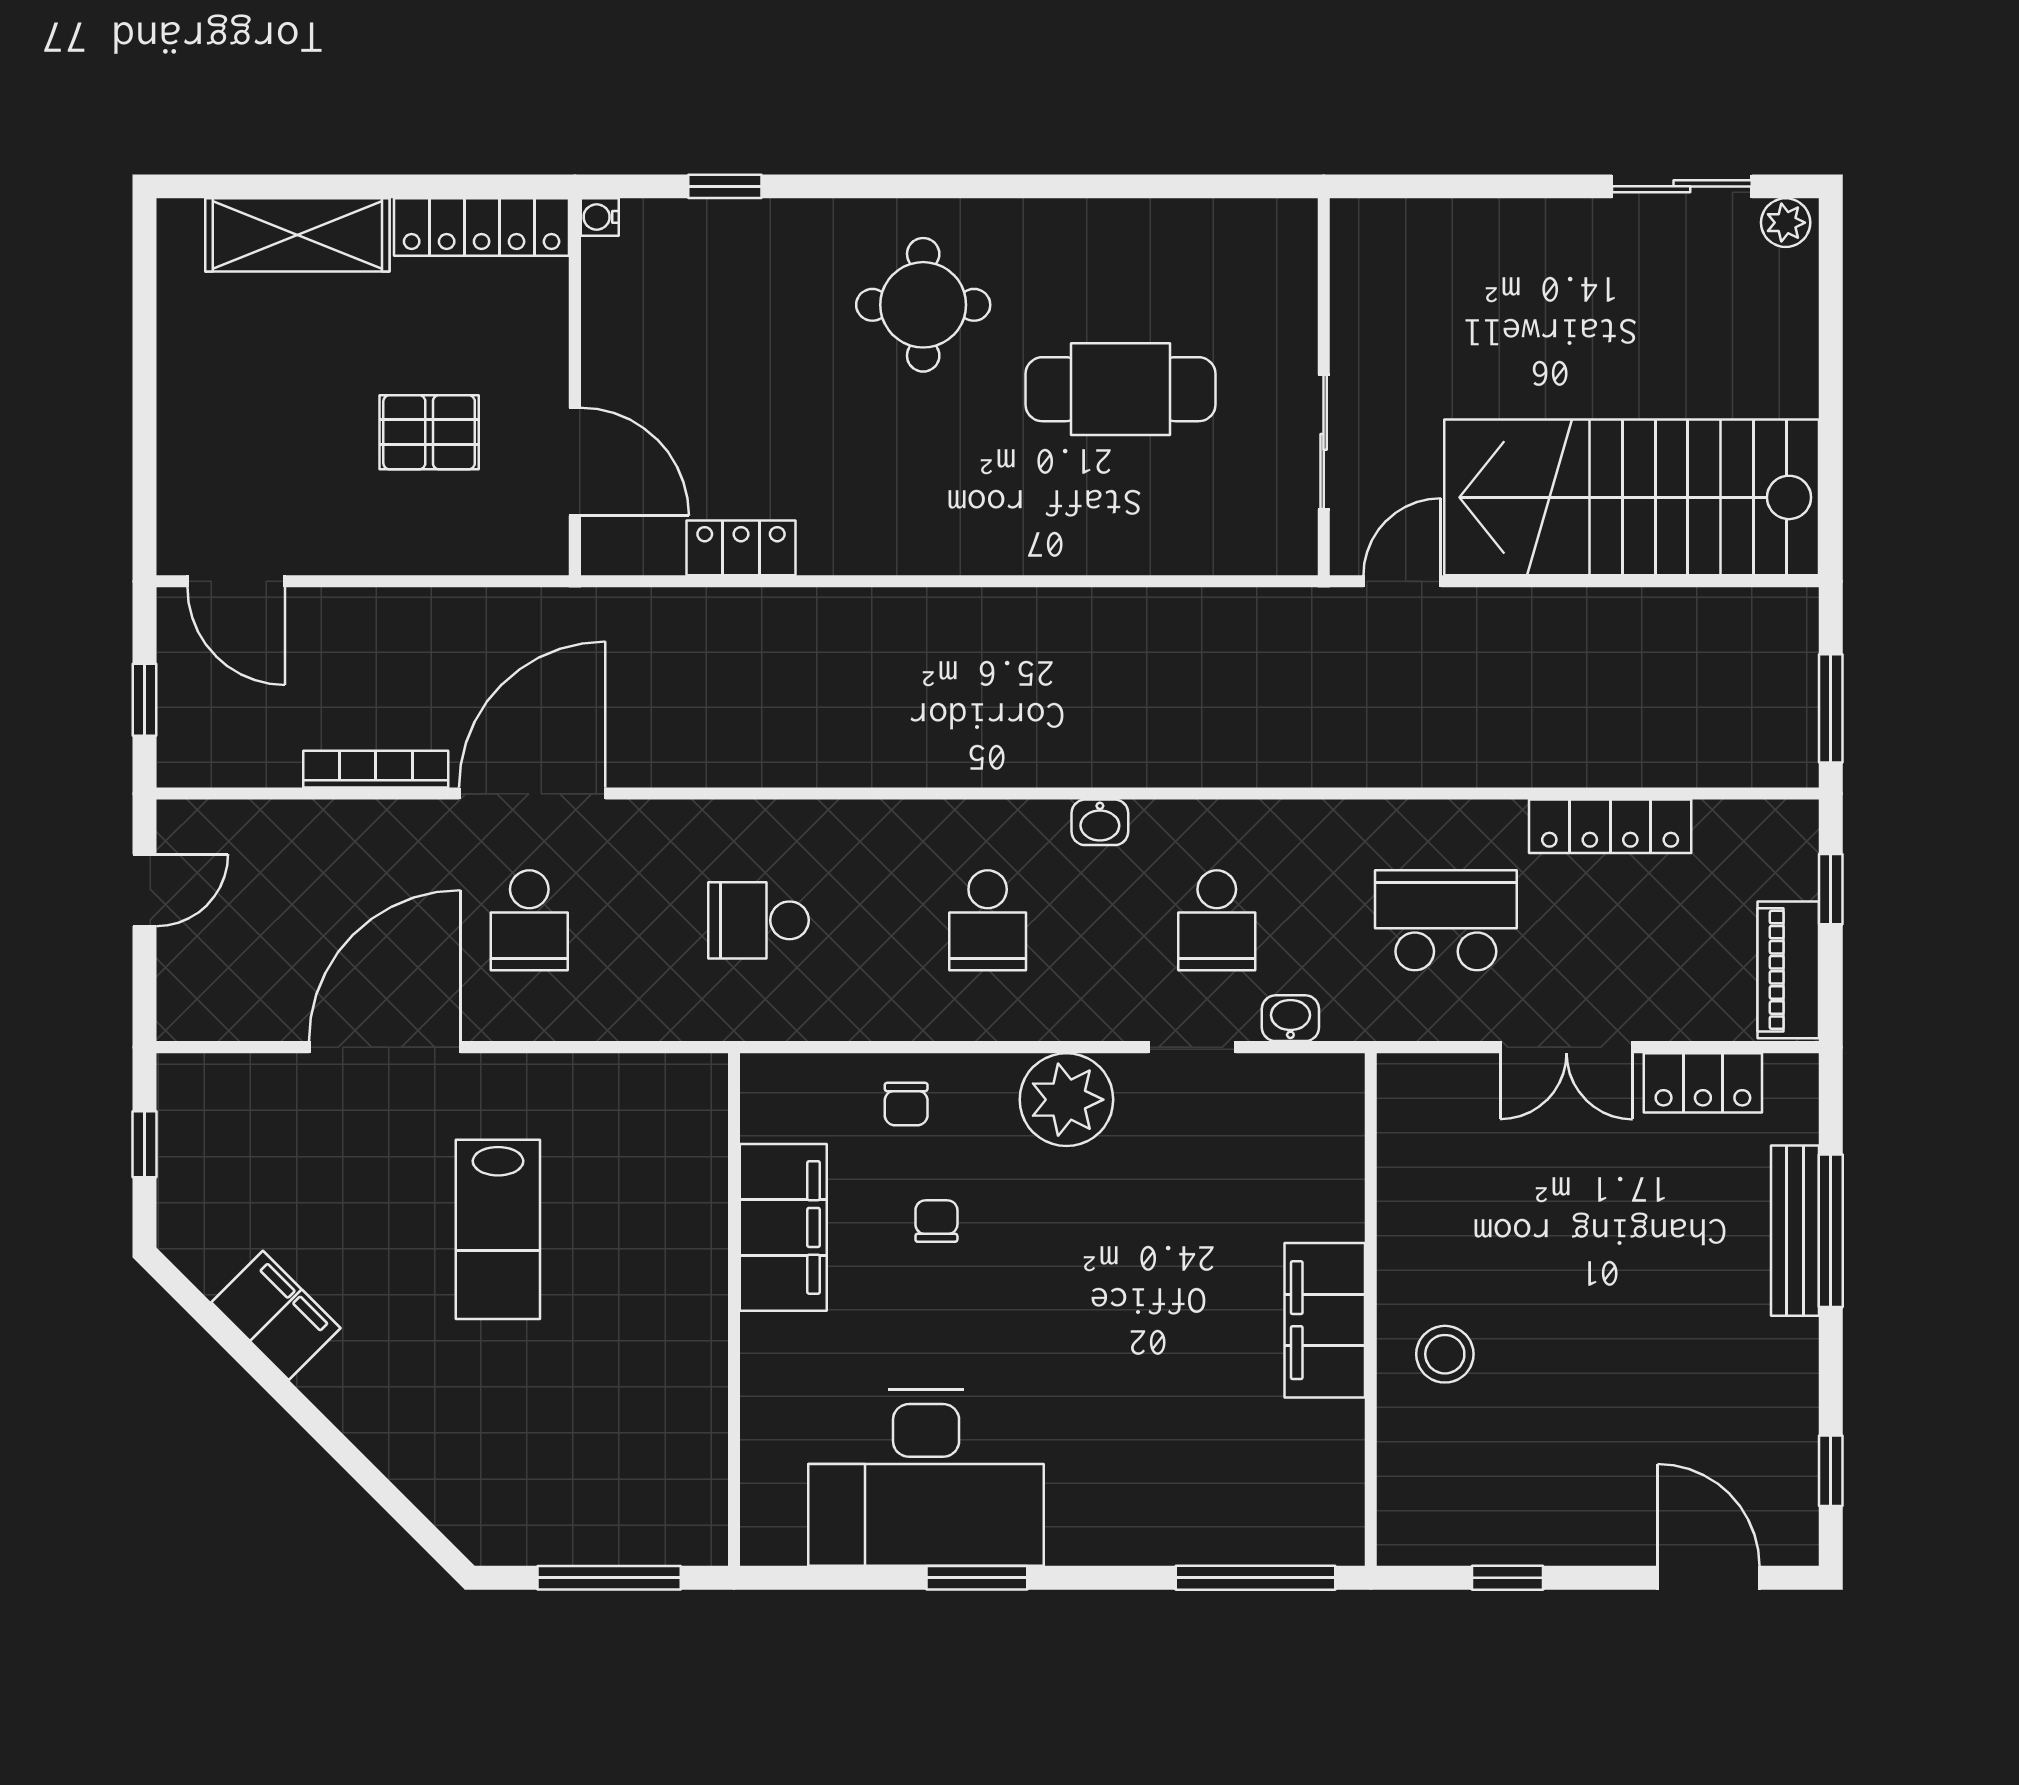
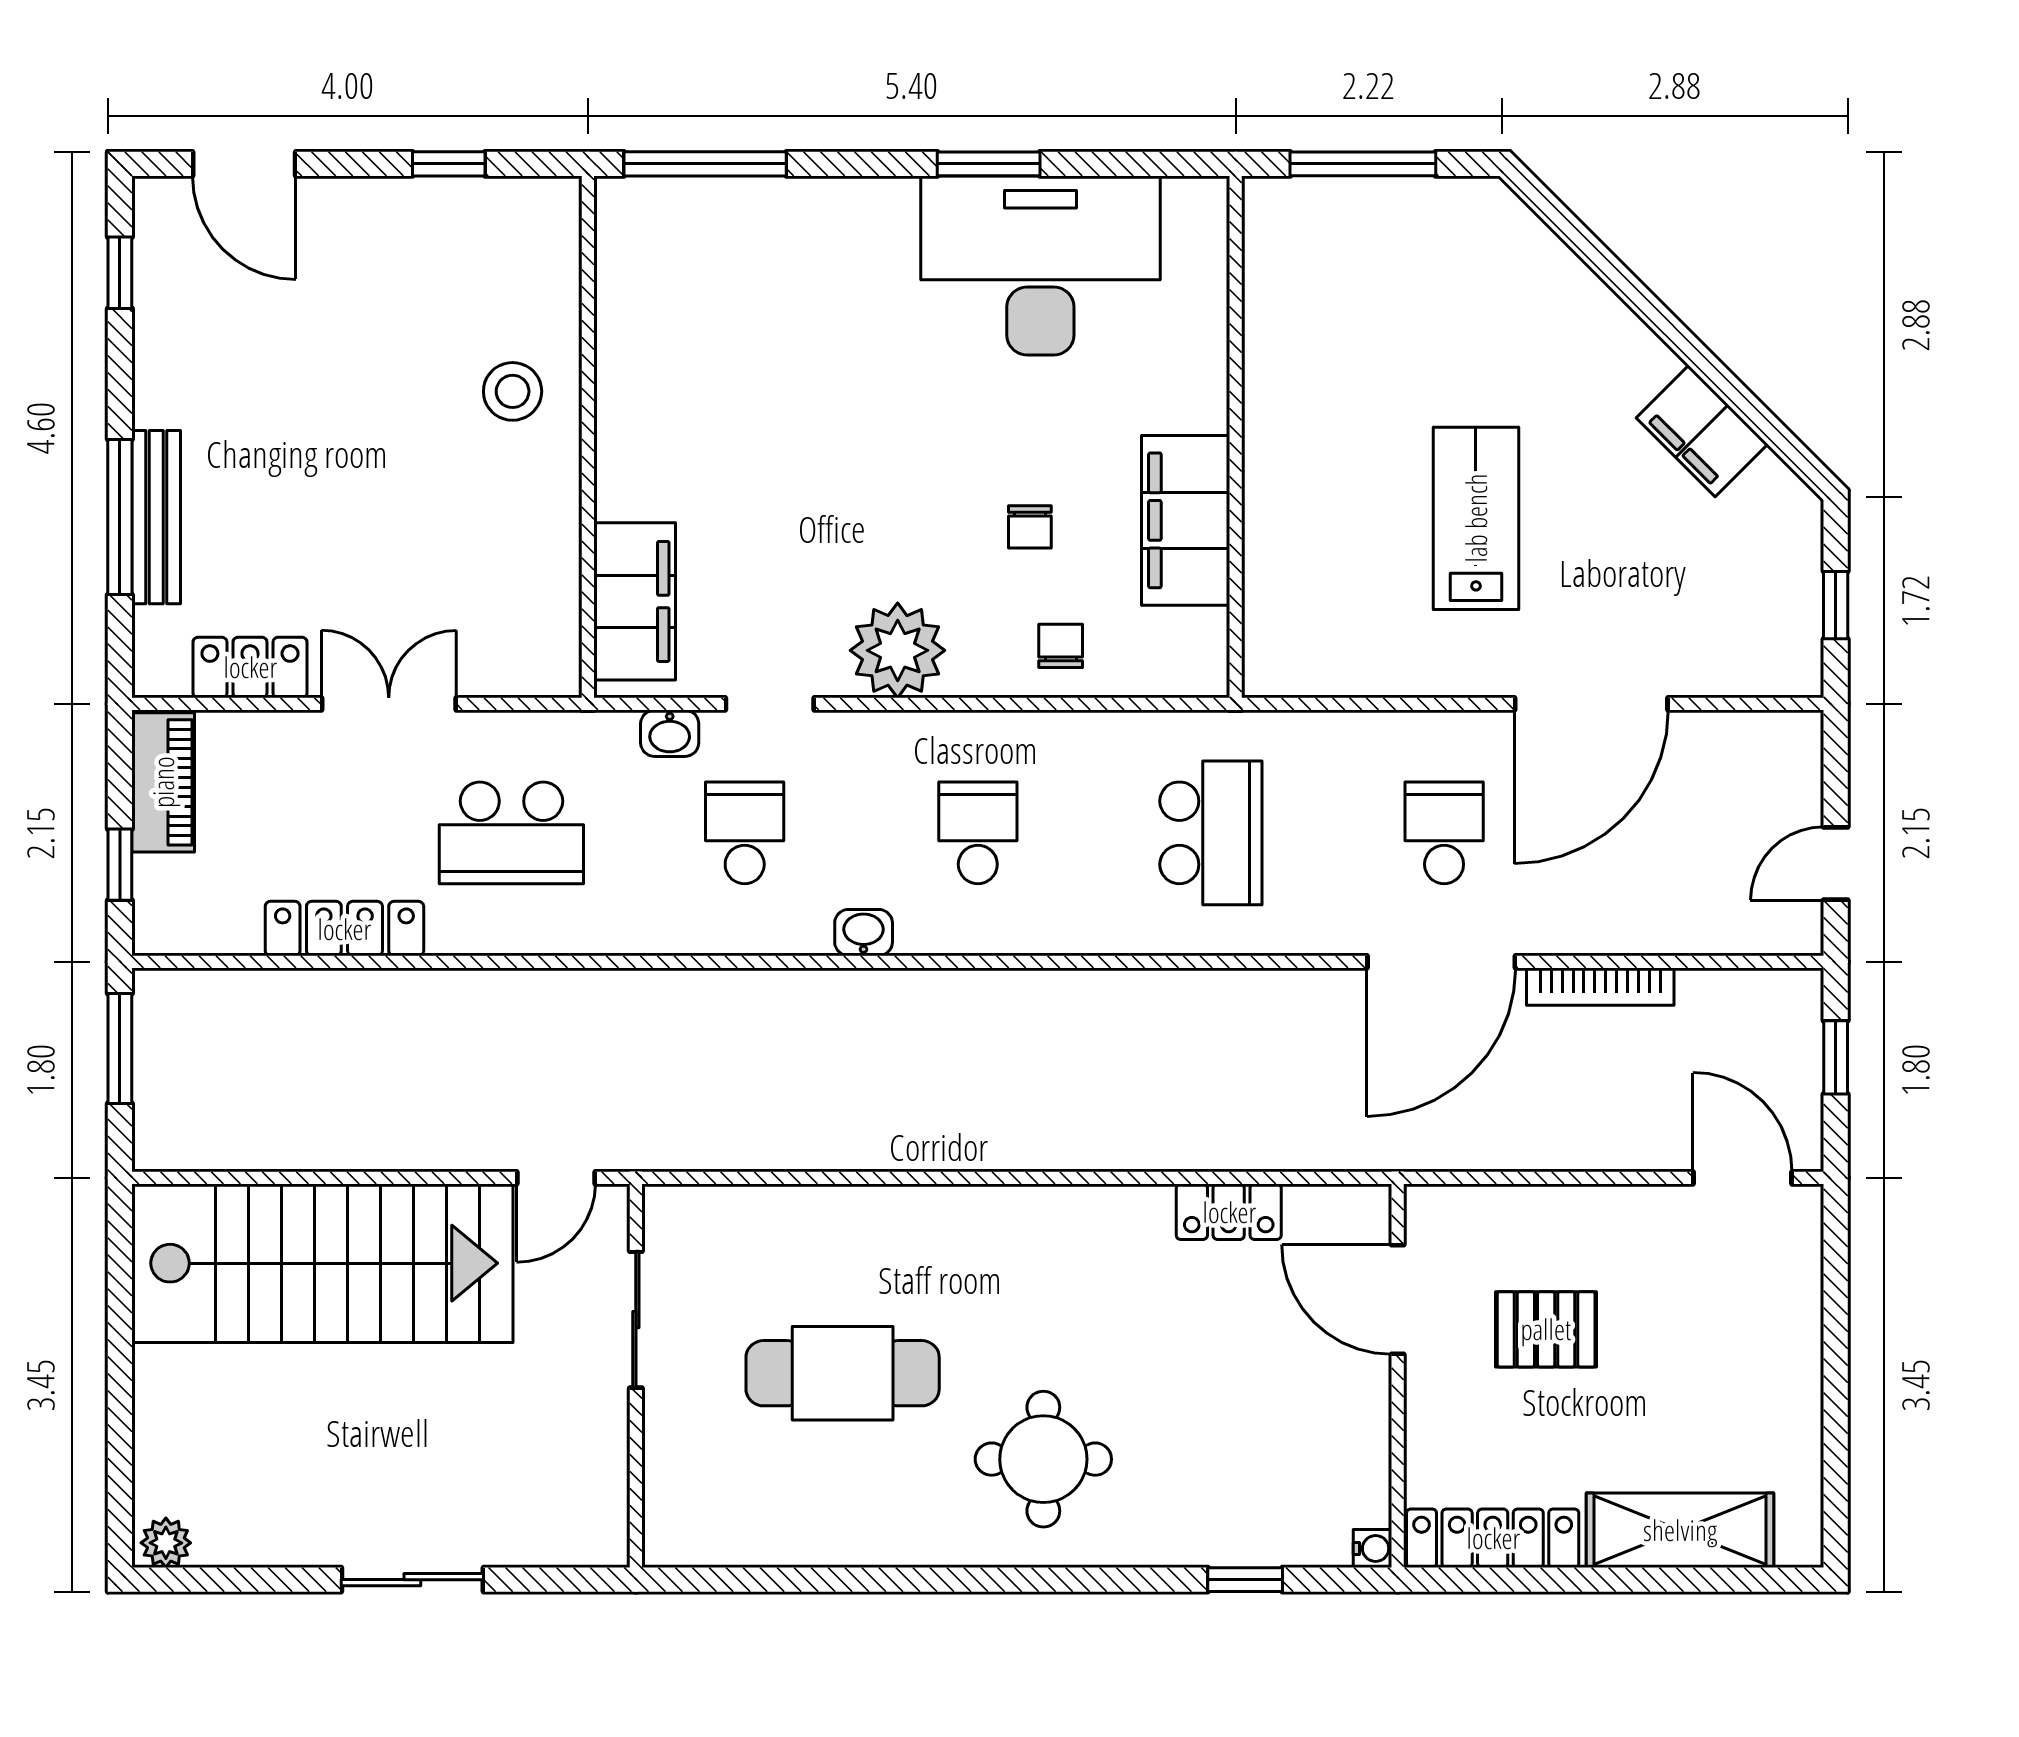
sliding door: (1682, 186) -> (412, 1580), moved
school desk: (758, 920) -> (1211, 833), width x1.85
filing cabinet: (1325, 1320) -> (635, 601), moved

